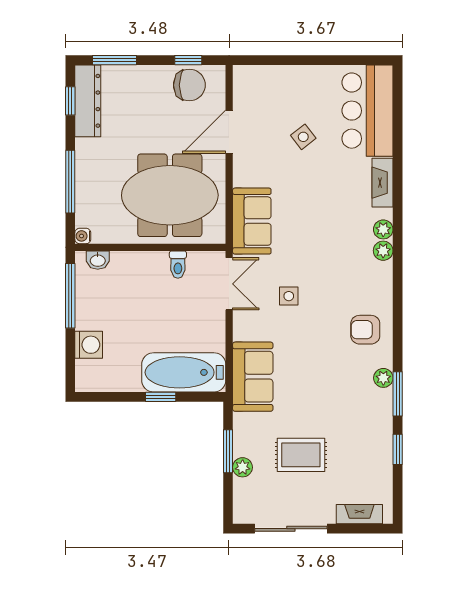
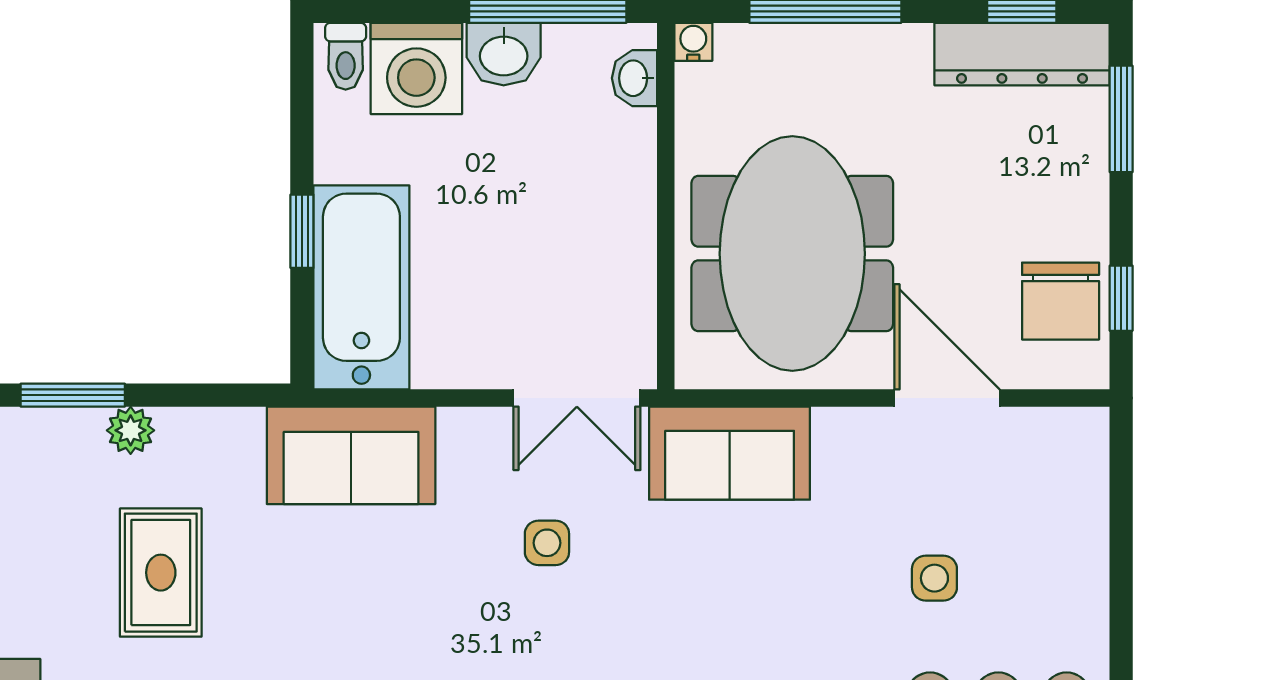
side table: (303, 137) -> (934, 578), turned 38
toilet: (178, 265) -> (346, 56), moved, turned -90
washbasin: (88, 314) -> (504, 54), added
washing machine: (89, 345) -> (416, 68), width x1.37, depth x1.37
window: (228, 451) -> (73, 395), moved

